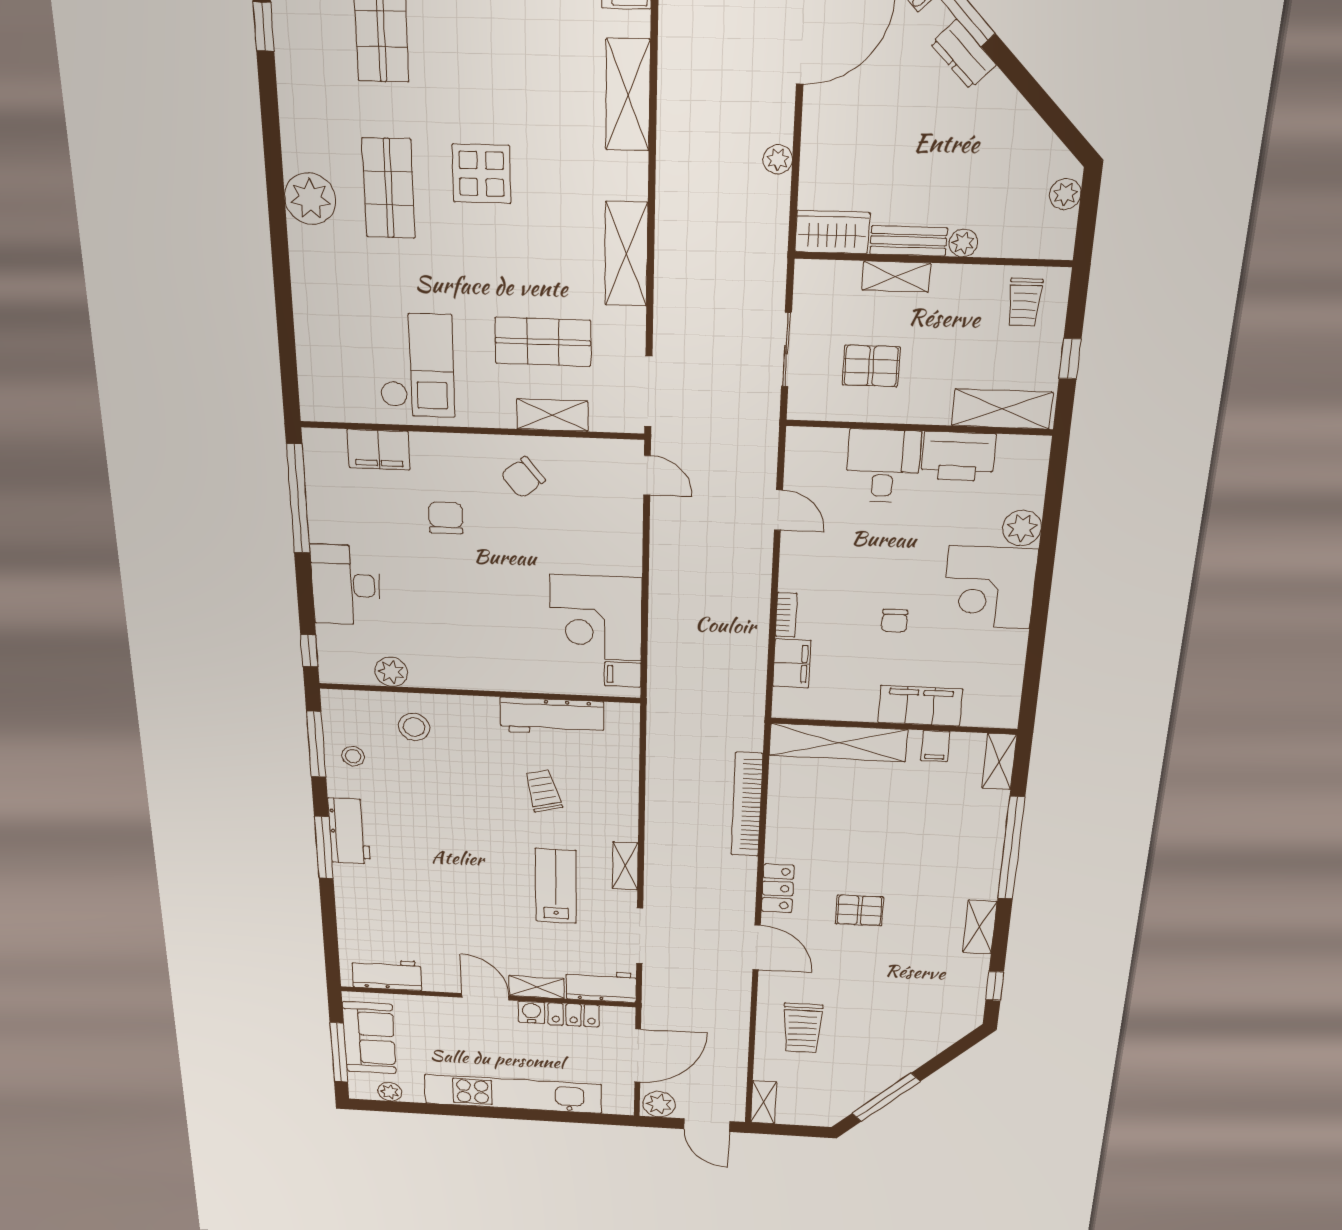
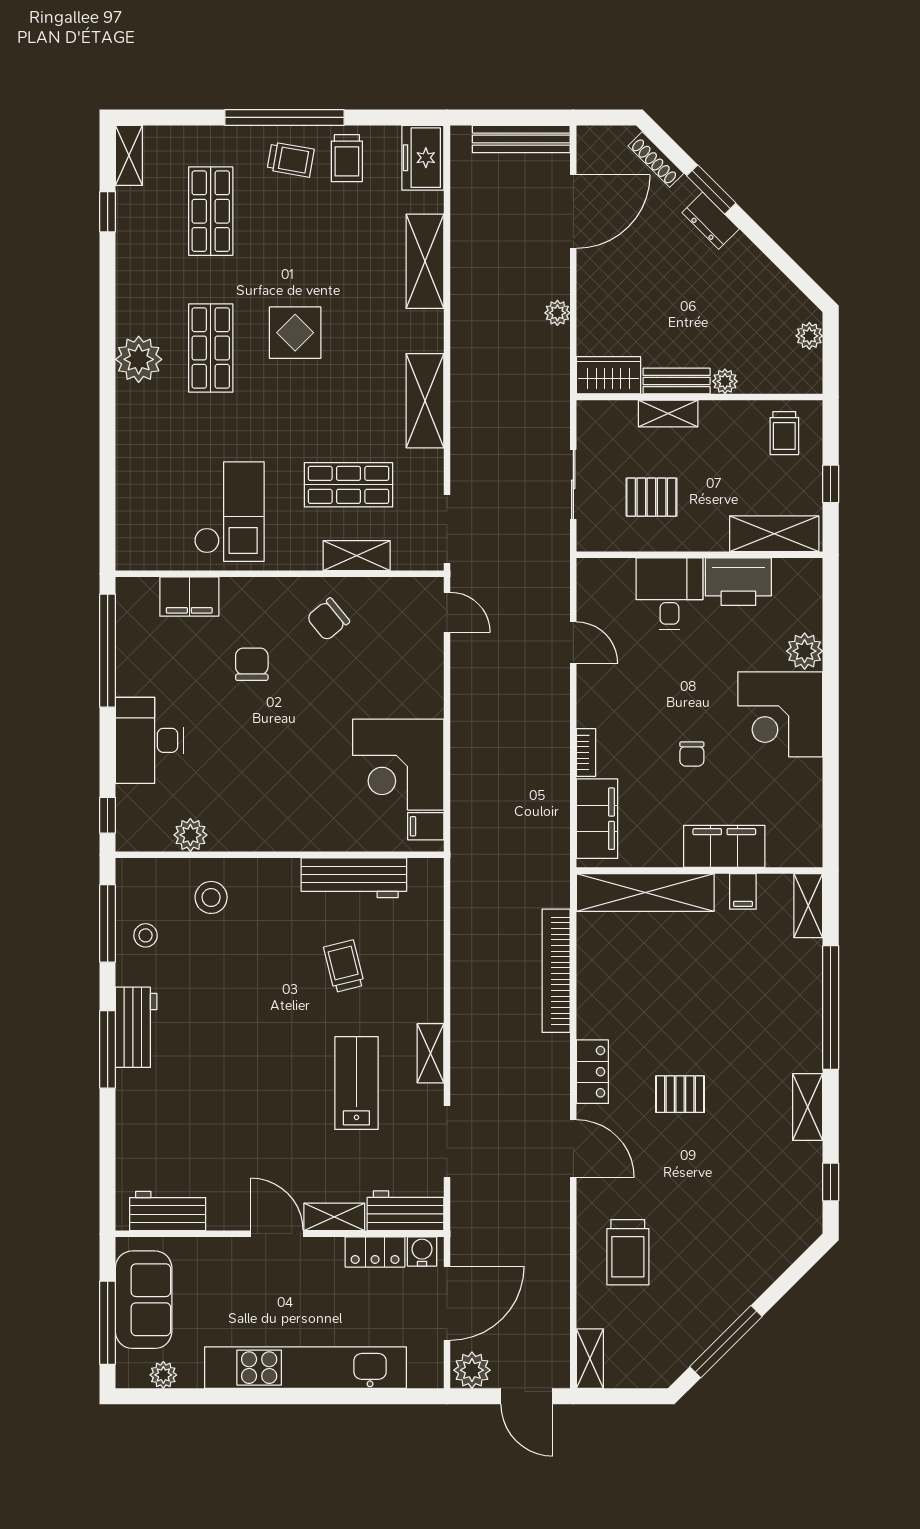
filing cabinet: (792, 663) -> (597, 819), width x1.50, depth x1.17
water cooler: (531, 1012) -> (422, 1251), moved

